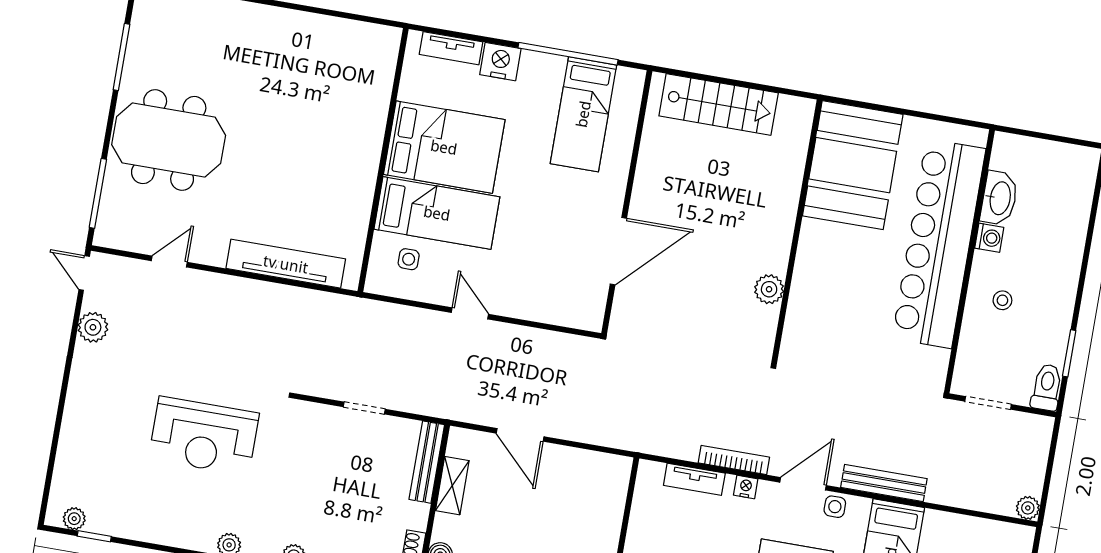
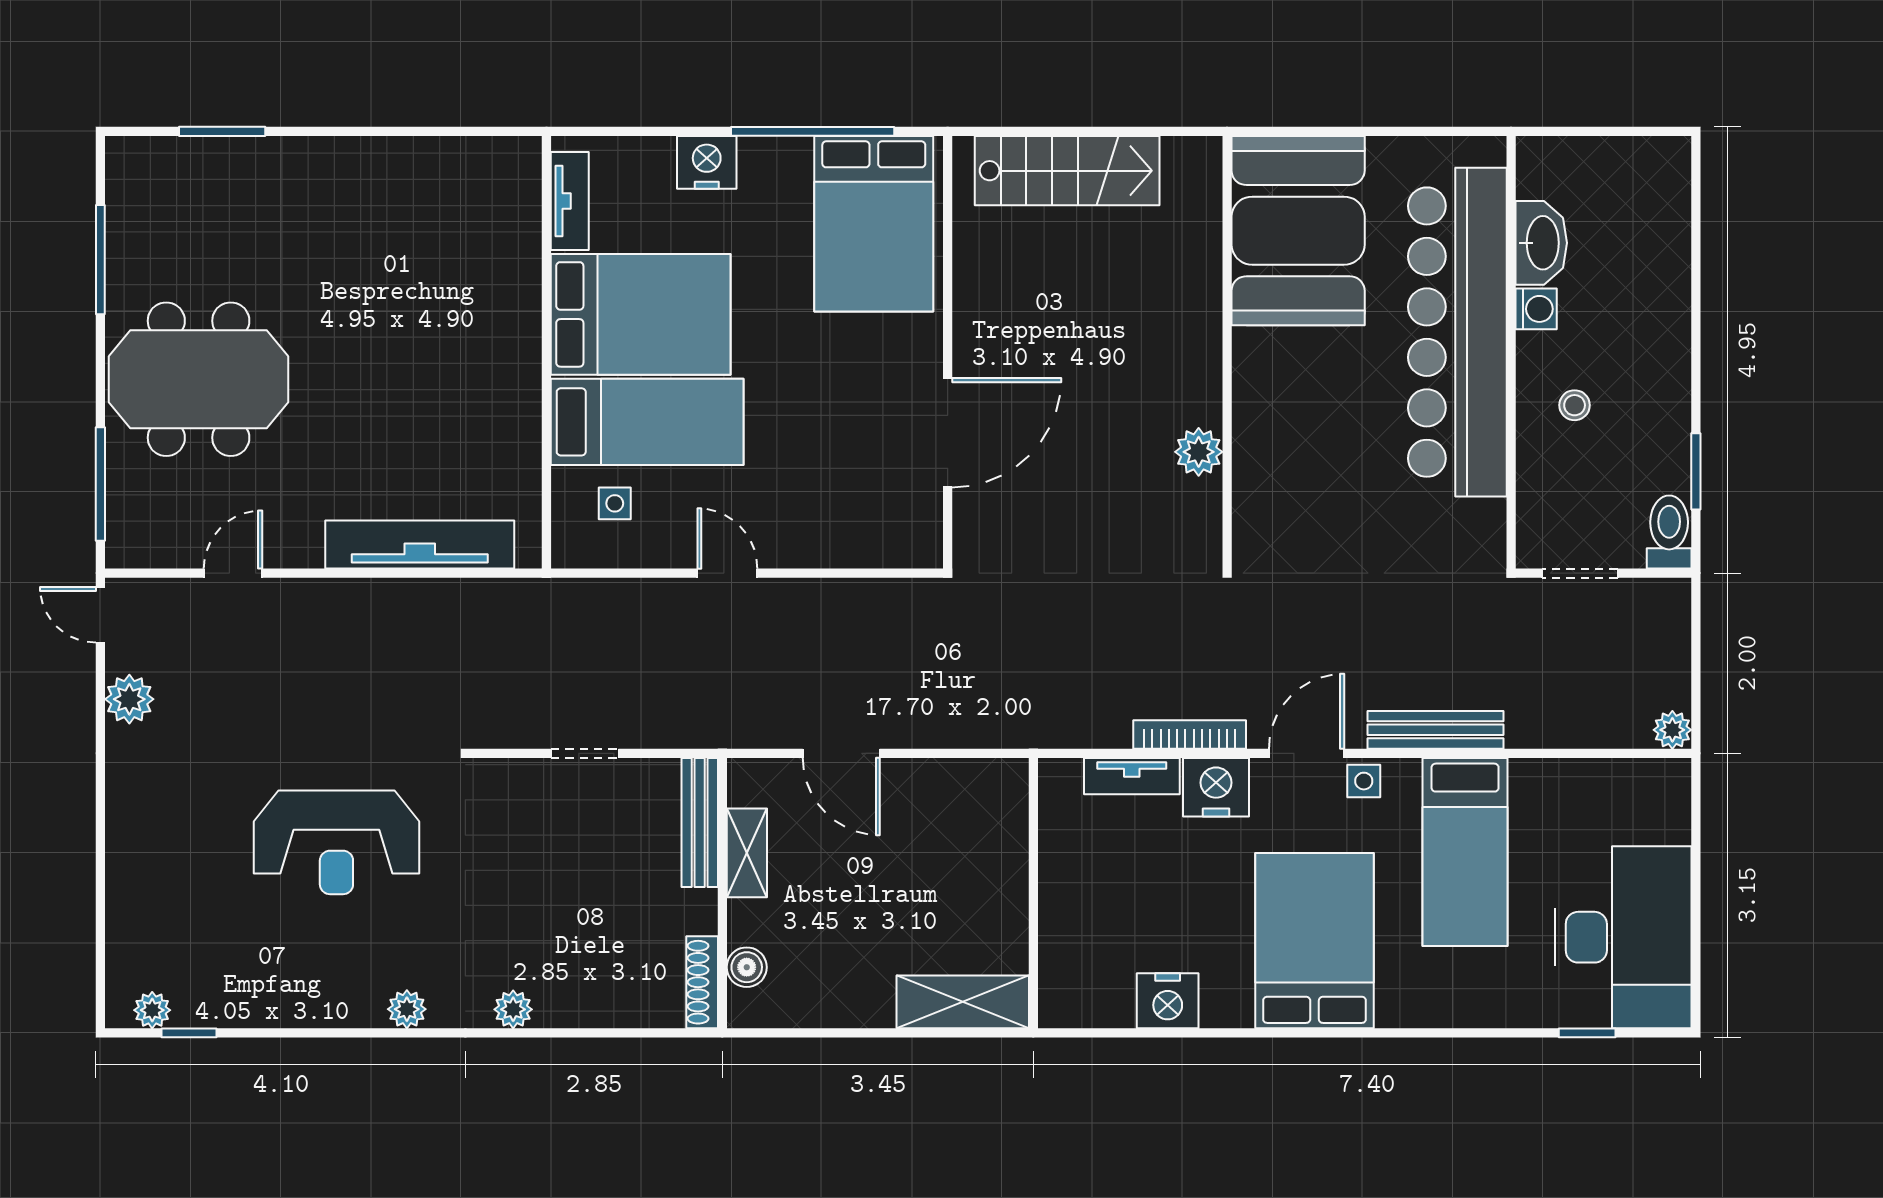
tv unit: (451, 48) -> (570, 201), moved, turned -90
bed: (583, 114) -> (874, 224), width x1.50
nightstand: (746, 487) -> (1216, 787), width x1.89, depth x1.79

